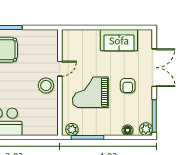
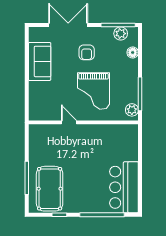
stool: (46, 86) -> (87, 137), removed
armchair: (128, 86) -> (87, 52), turned 90
plant: (146, 129) -> (121, 34), moved

